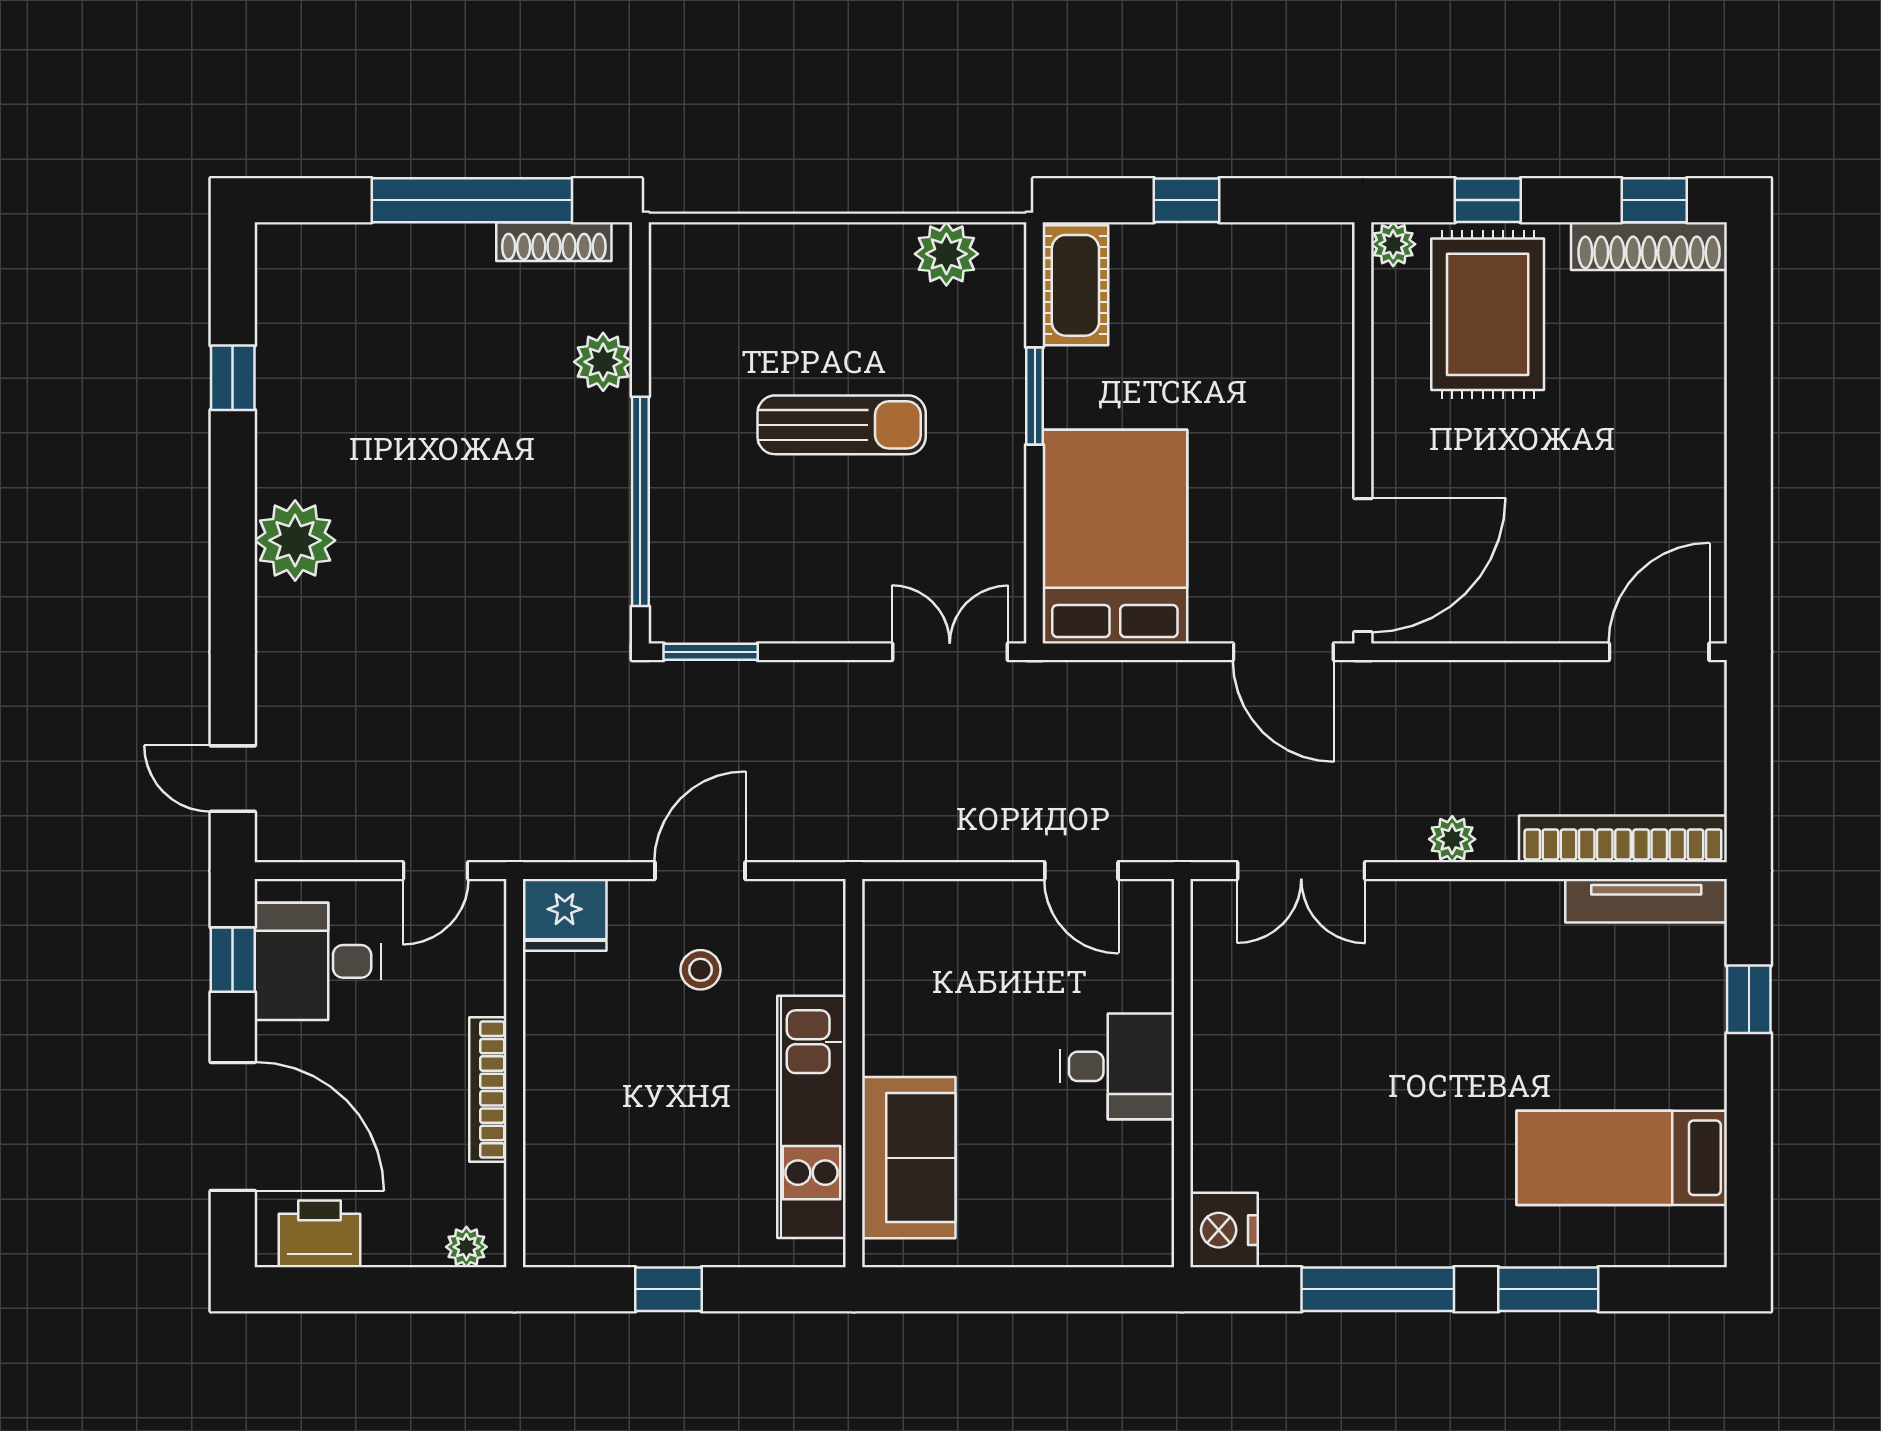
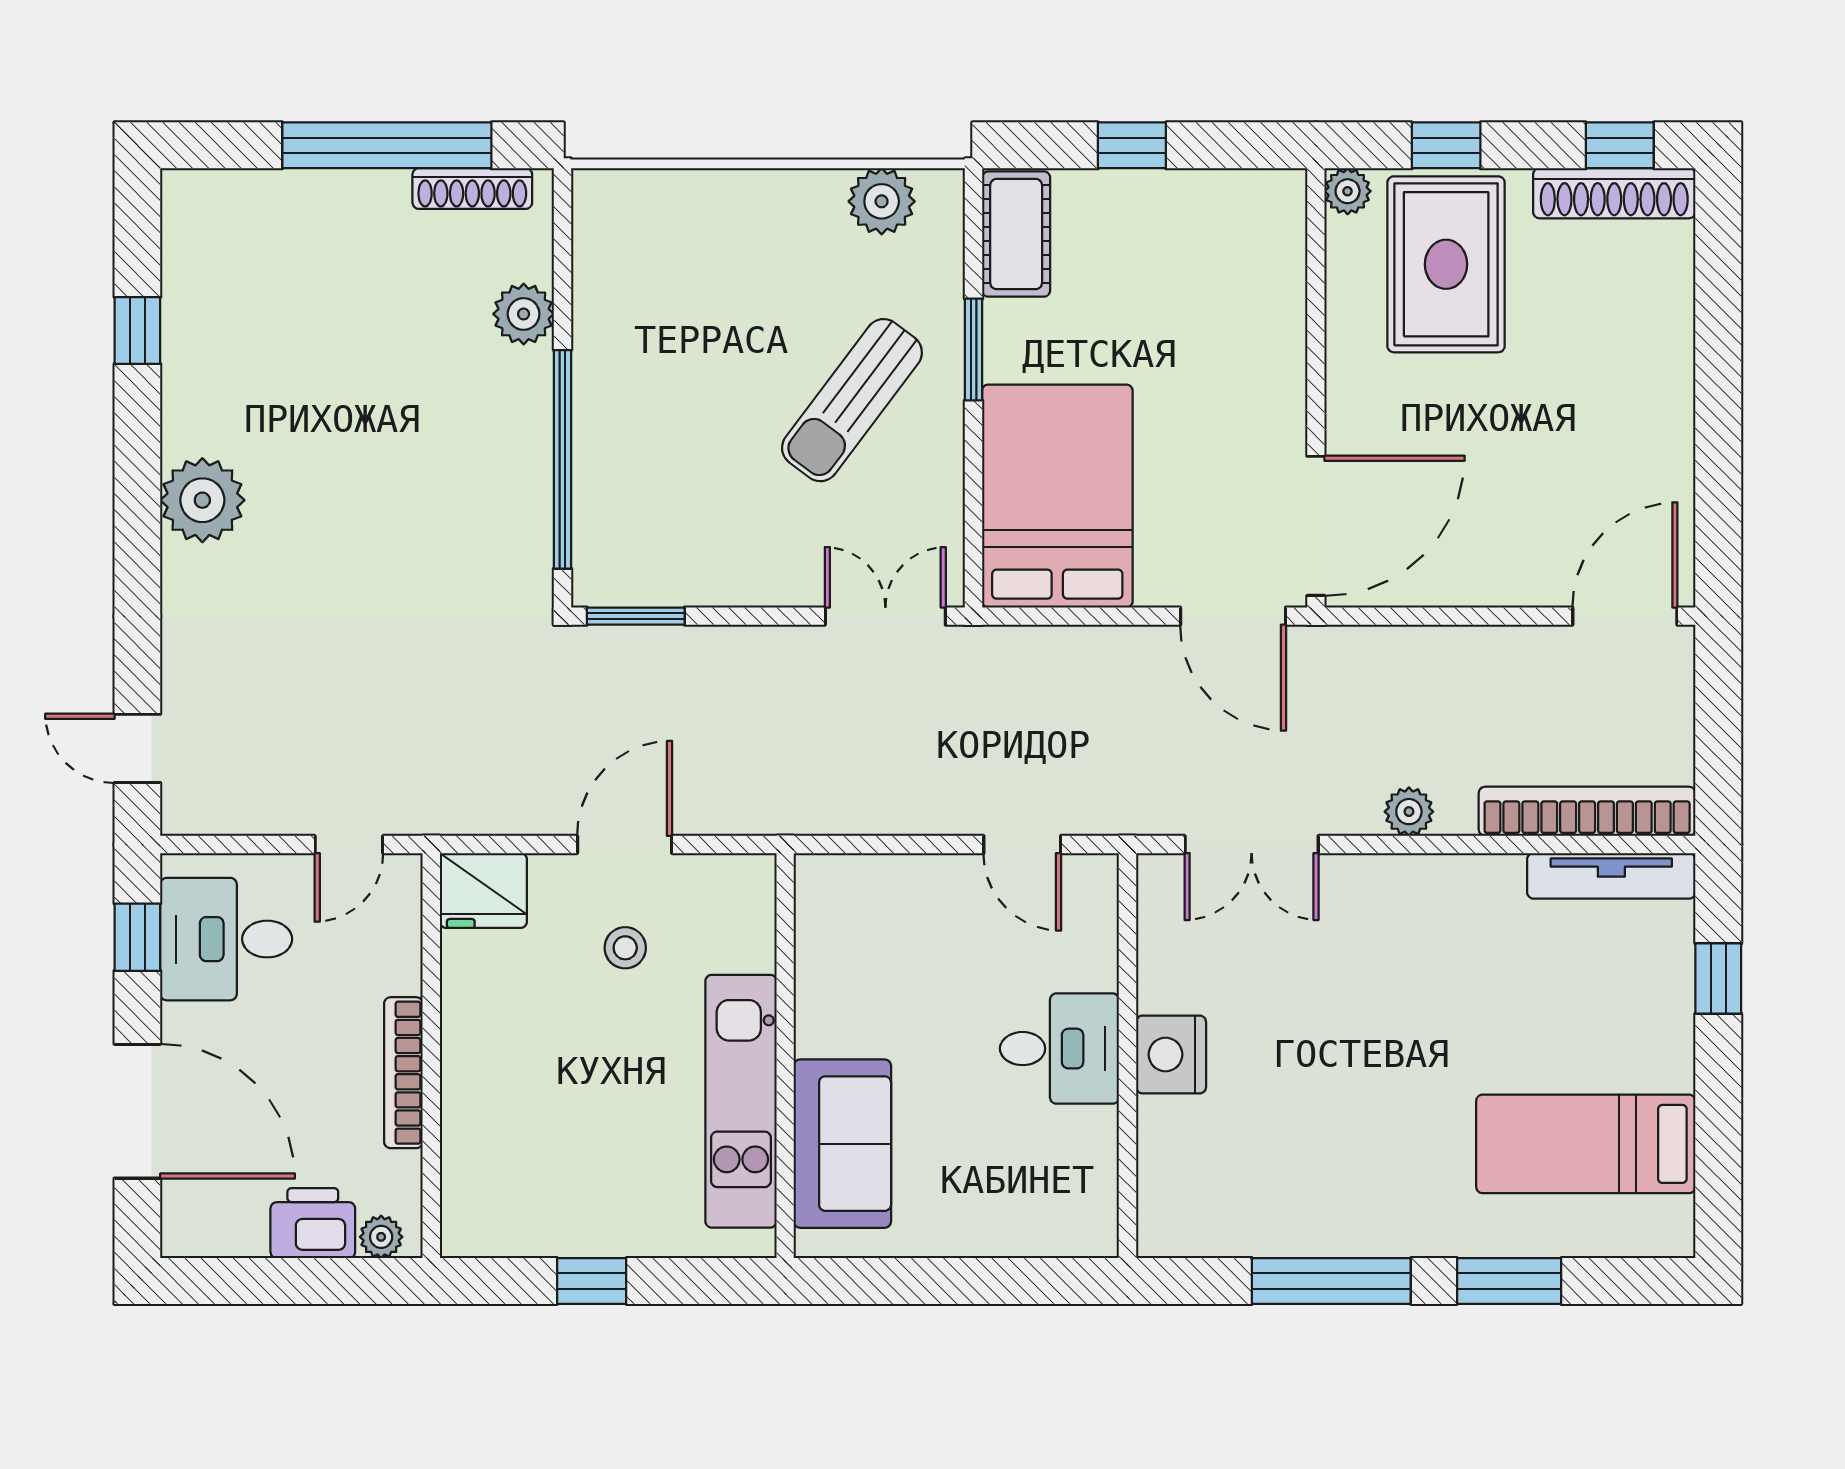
sun lounger: (842, 425) -> (852, 400), moved, turned 127
nightstand: (1224, 1230) -> (1171, 1054), moved
printer: (319, 1234) -> (313, 1223), moved

